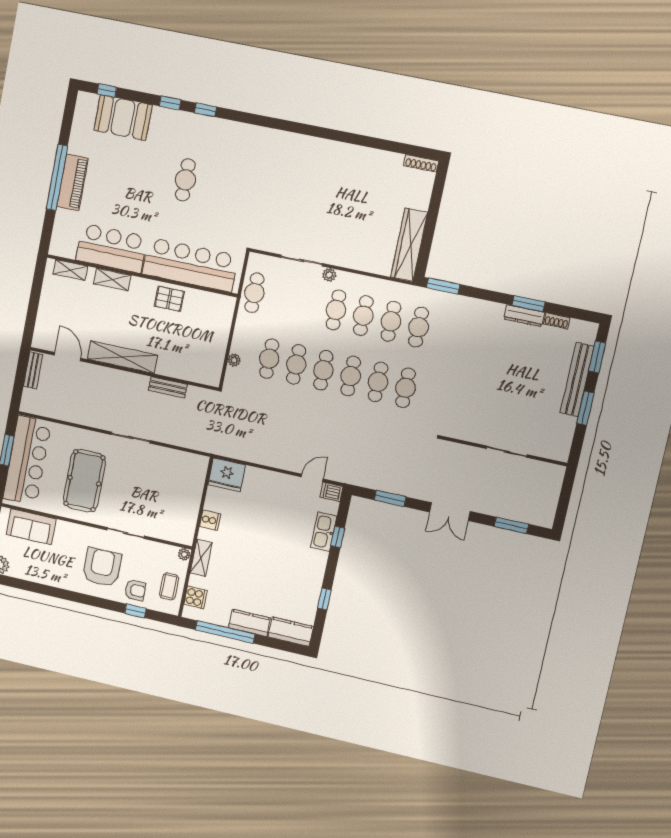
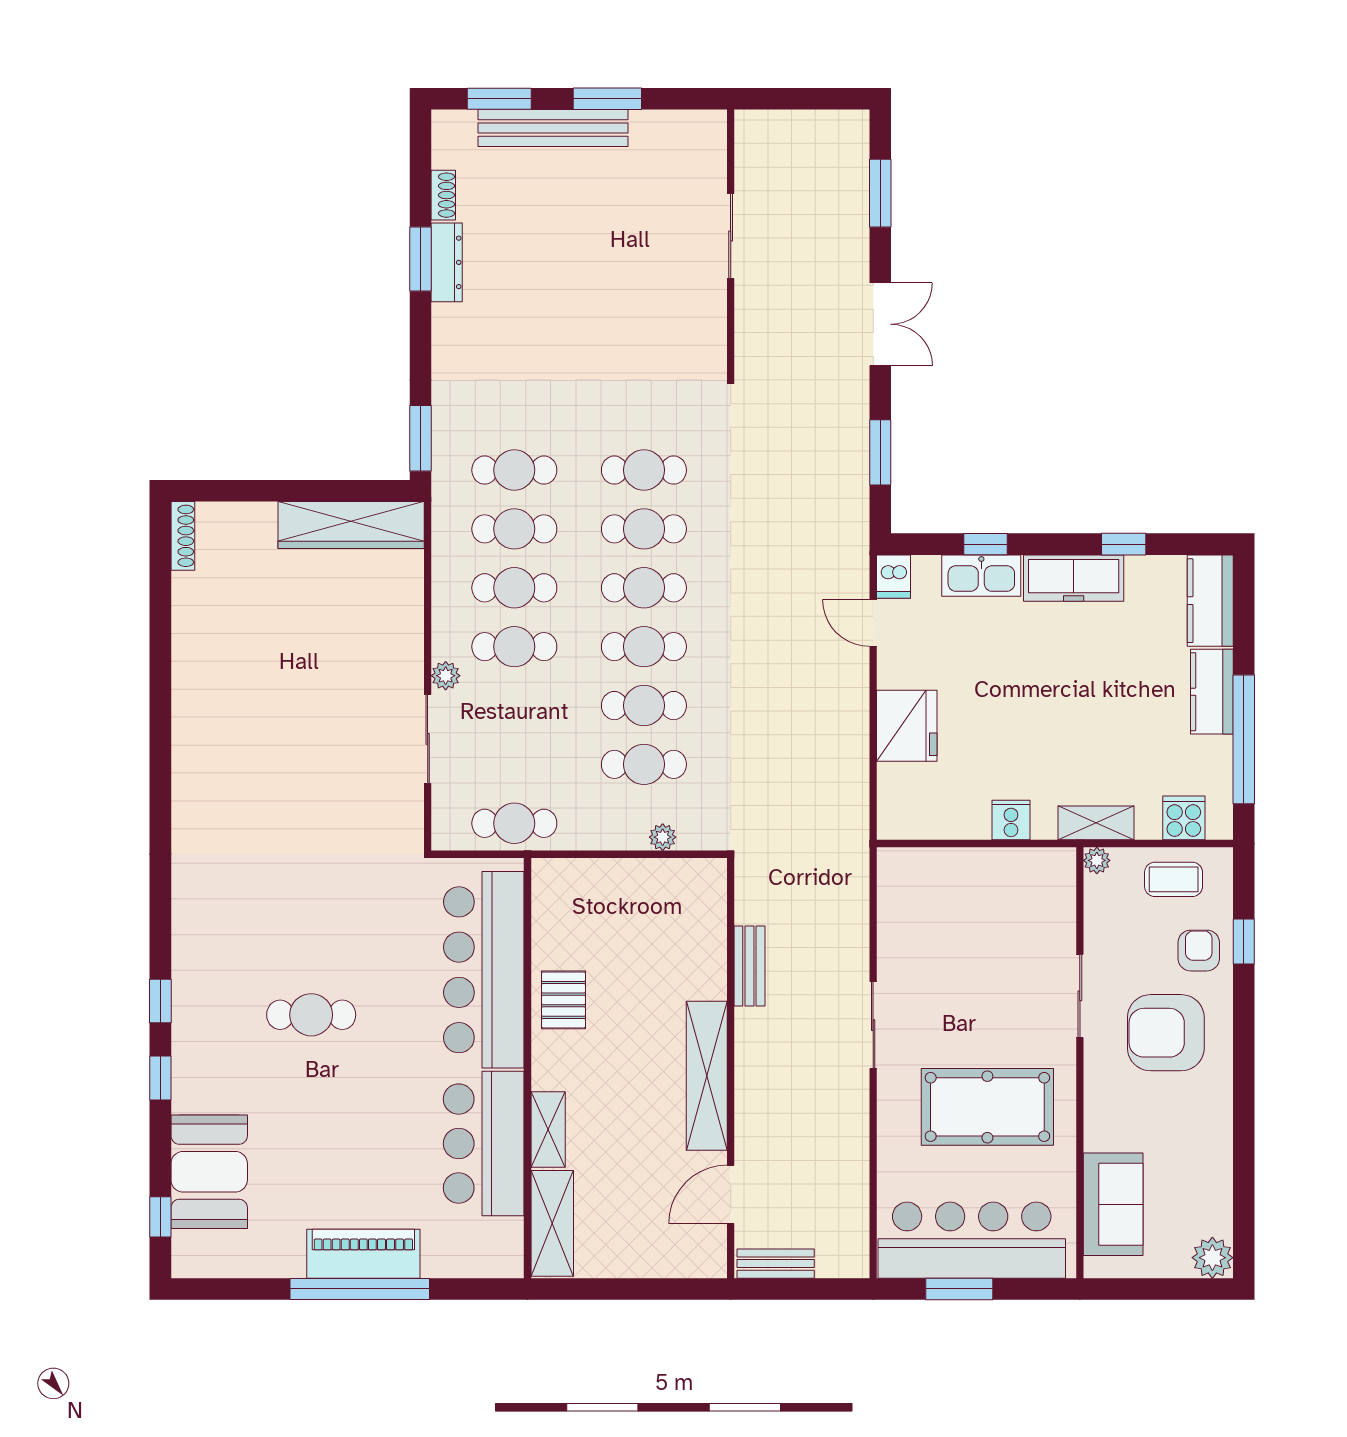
shelving: (70, 270) -> (552, 1223), width x1.50, depth x1.33
fridge: (227, 475) -> (907, 726), moved
freezer: (314, 573) -> (1074, 578), added

